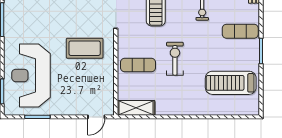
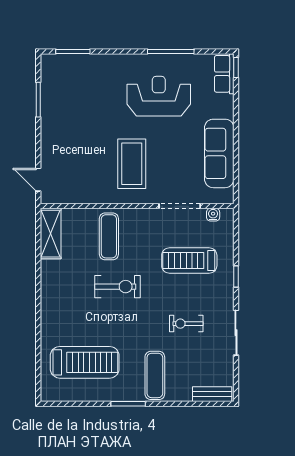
reception desk: (31, 75) -> (159, 96), moved, width x0.74, depth x0.77
treadmill: (231, 83) -> (85, 362), turned 90

